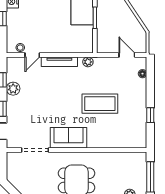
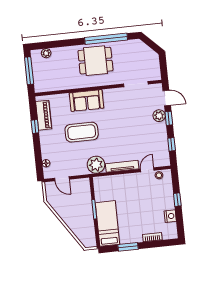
plant: (88, 62) -> (96, 165), width x1.87, depth x1.87
plant: (13, 89) -> (159, 116), moved
piano: (140, 127) -> (44, 115), added
sofa: (68, 138) -> (87, 100), moved

